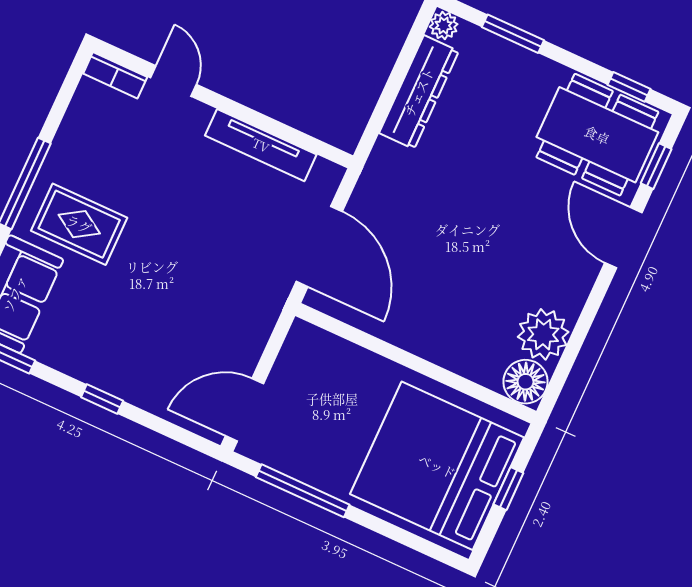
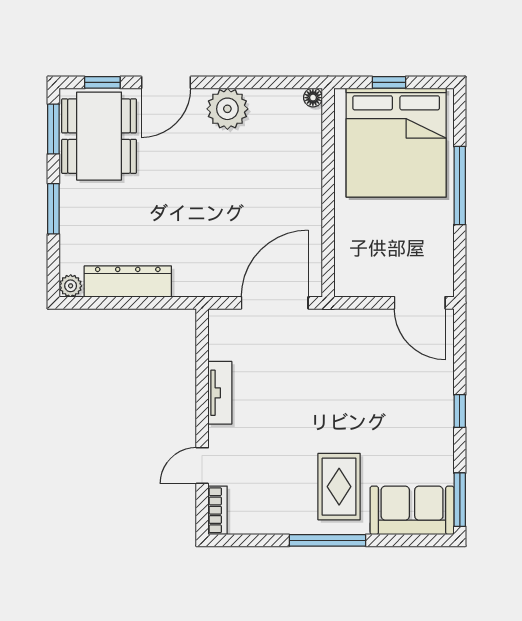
window: (513, 34) -> (53, 209), moved
window: (629, 87) -> (53, 129), width x1.50
tv unit: (261, 145) -> (220, 393), width x0.71
plant: (543, 334) -> (227, 109), moved
floor lamp: (526, 382) -> (313, 98), width x0.53, depth x0.53
window: (303, 491) -> (460, 186), moved

